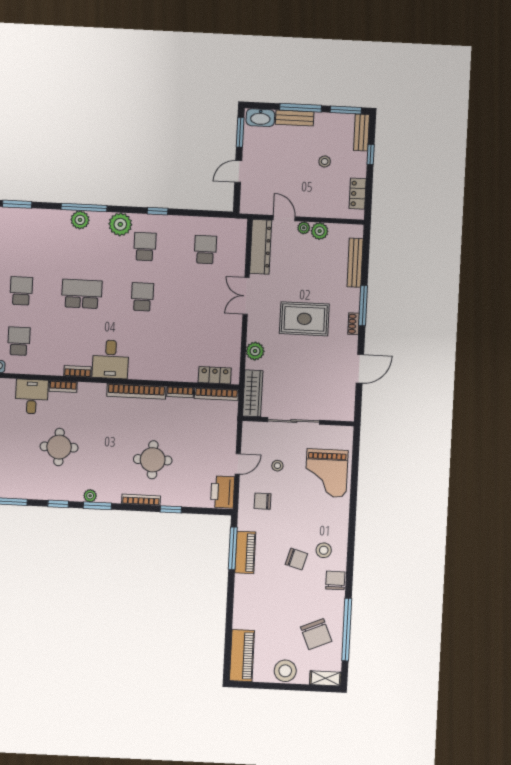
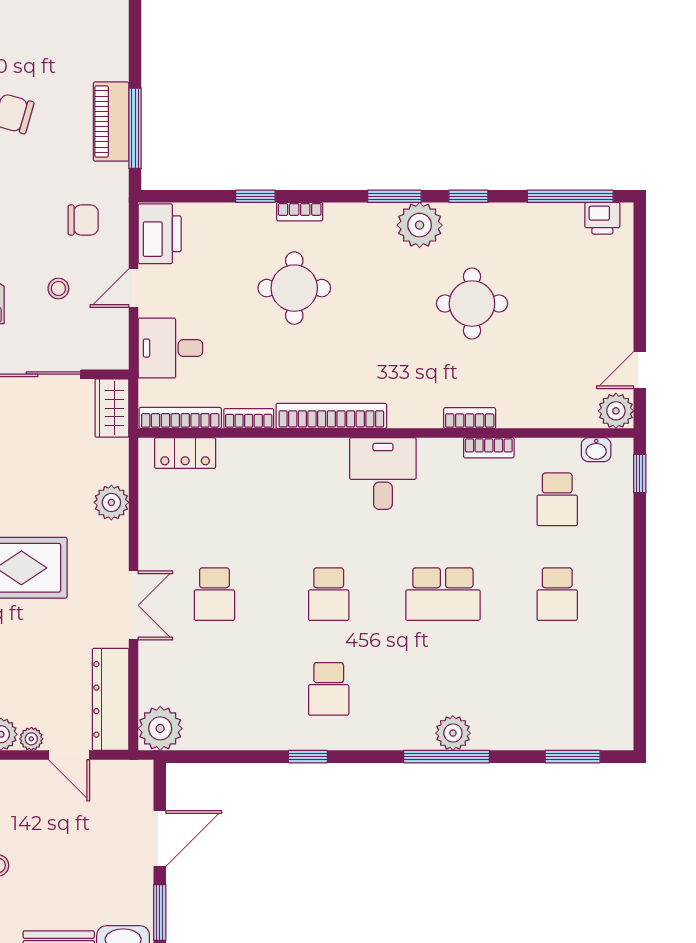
door: (238, 172) -> (160, 838), width x1.37
plant: (120, 224) -> (160, 728), moved
school desk: (205, 250) -> (214, 594), moved
bookcase: (78, 371) -> (489, 448), moved
wardrobe: (253, 393) -> (112, 408), width x0.67
desk: (32, 397) -> (170, 348), moved, turned 90
plant: (90, 496) -> (420, 225), width x1.87, depth x1.87
bookcase: (141, 500) -> (300, 212), width x0.64

